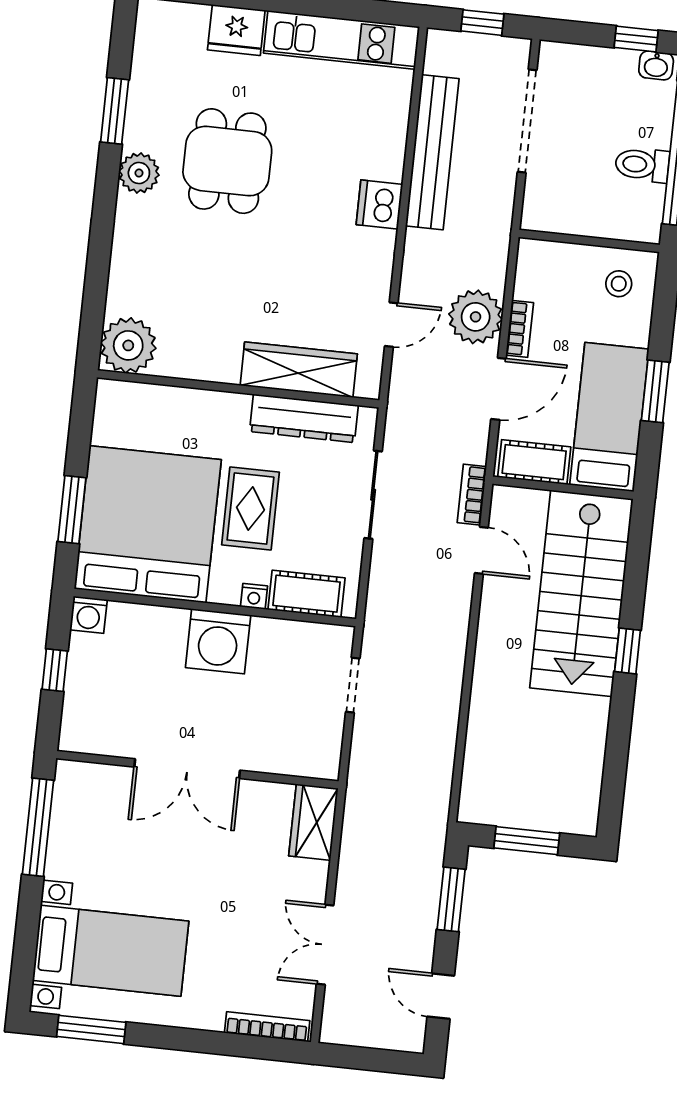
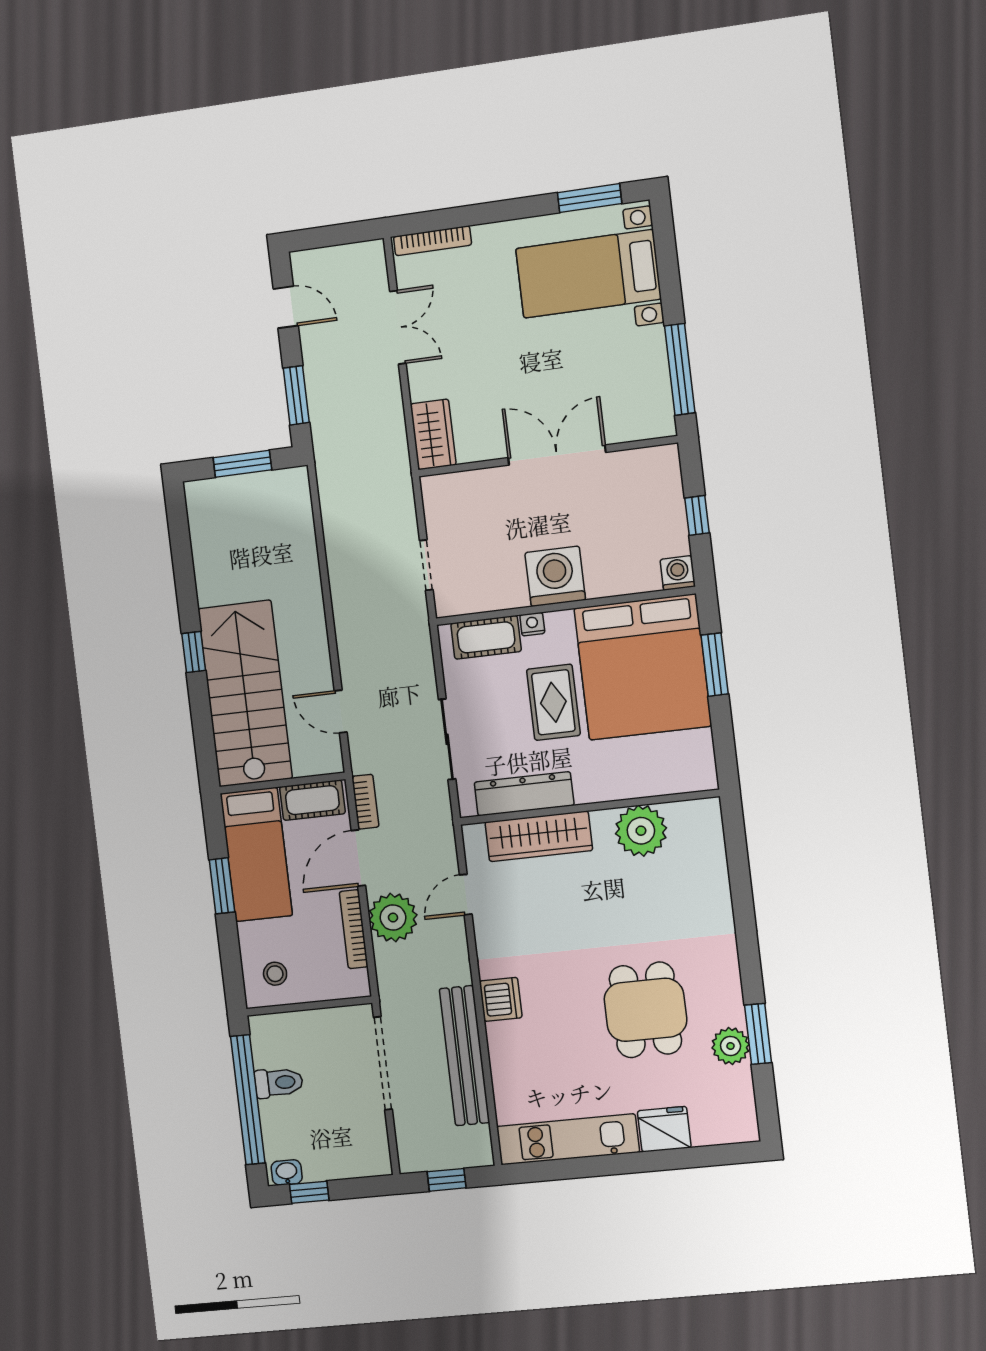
doorway: (527, 121) -> (383, 1063), moved
plant: (139, 173) -> (731, 1046), moved
bookcase: (520, 329) -> (354, 929), width x1.56
plant: (128, 345) -> (641, 831), moved
bookcase: (472, 495) -> (365, 802), moved

